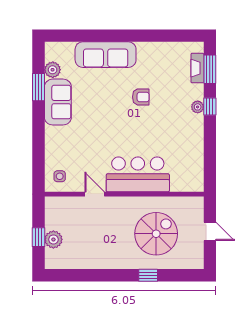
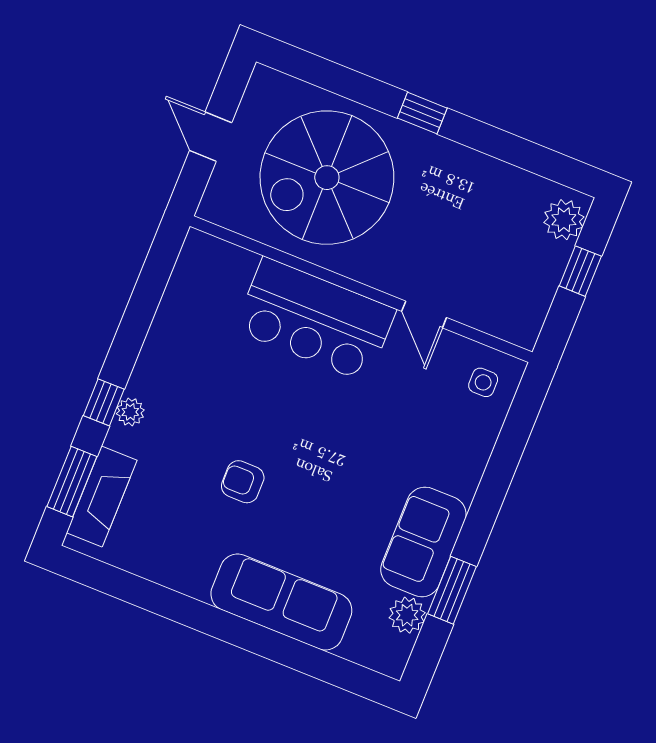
fireplace: (197, 68) -> (102, 497), width x1.37, depth x1.32
spiral stairs: (156, 234) -> (327, 178), width x1.37, depth x1.37
plant: (53, 239) -> (564, 220), moved
window: (148, 275) -> (422, 113), moved

